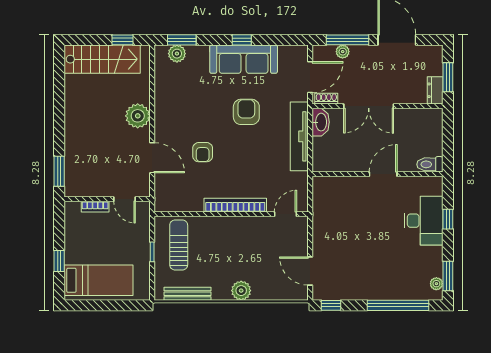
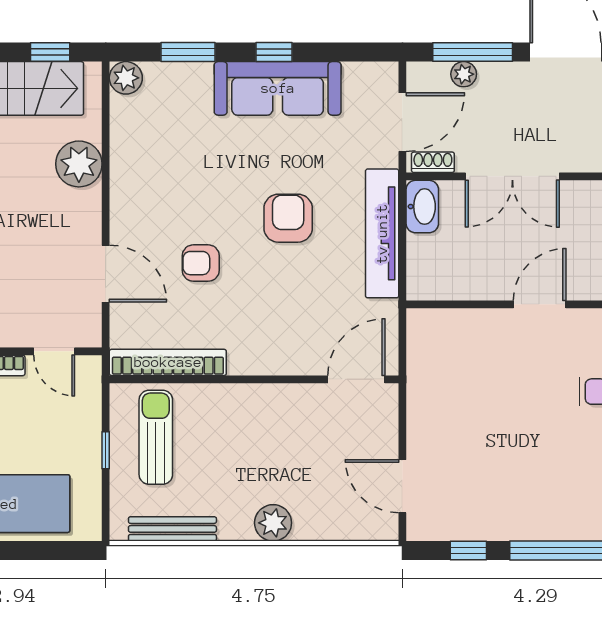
window: (182, 40) -> (188, 52), moved
plant: (177, 54) -> (126, 78), moved
armchair: (246, 112) -> (288, 218), moved
plant: (138, 116) -> (79, 164), moved
armchair: (203, 152) -> (201, 263), turned 90
bookcase: (235, 205) -> (168, 362), moved
door: (286, 214) -> (356, 379), width x1.38
window: (331, 305) -> (468, 551), moved

